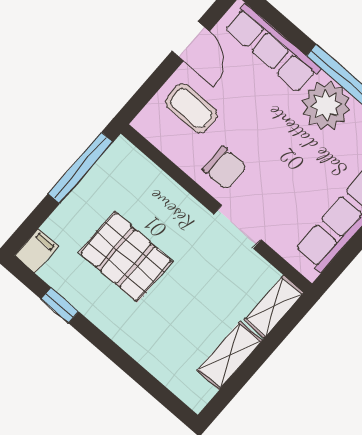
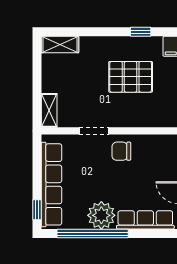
coffee table: (191, 108) -> (158, 164), removed
shelving: (230, 355) -> (60, 44), moved, turned 90

